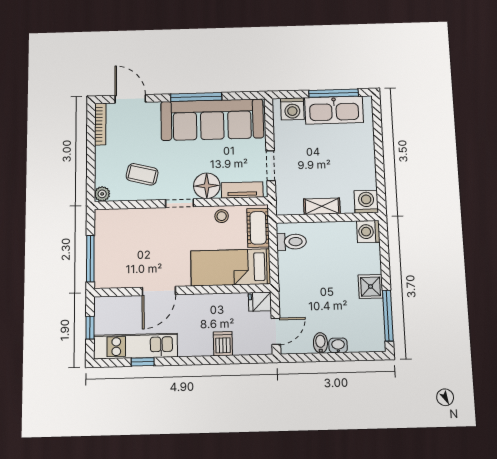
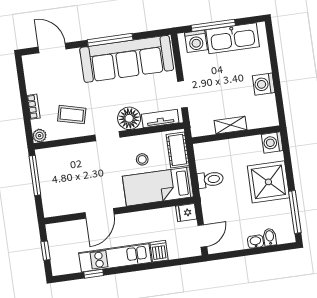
window: (334, 93) -> (213, 25), moved
bookcase: (100, 124) -> (34, 107), moved, width x0.64
washing machine: (366, 202) -> (264, 84), moved, turned -90
stool: (222, 216) -> (142, 159), moved
toilet: (291, 242) -> (210, 179), moved
window: (90, 259) -> (35, 175), moved
shower: (371, 287) -> (268, 182), width x1.86, depth x1.86
bidet: (320, 343) -> (270, 237), moved
kitchen unit: (135, 346) -> (115, 257), moved

